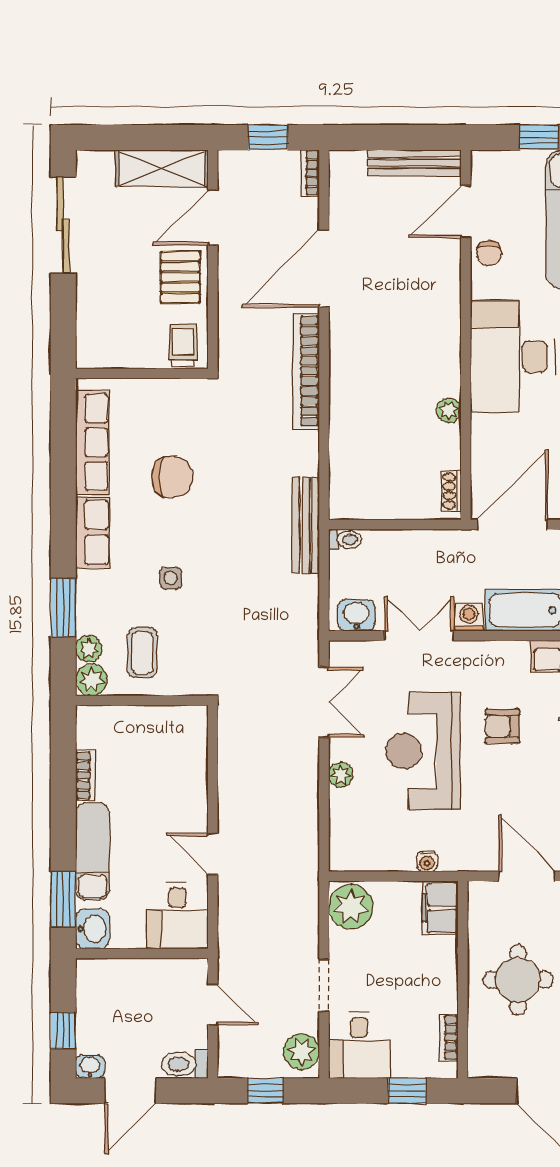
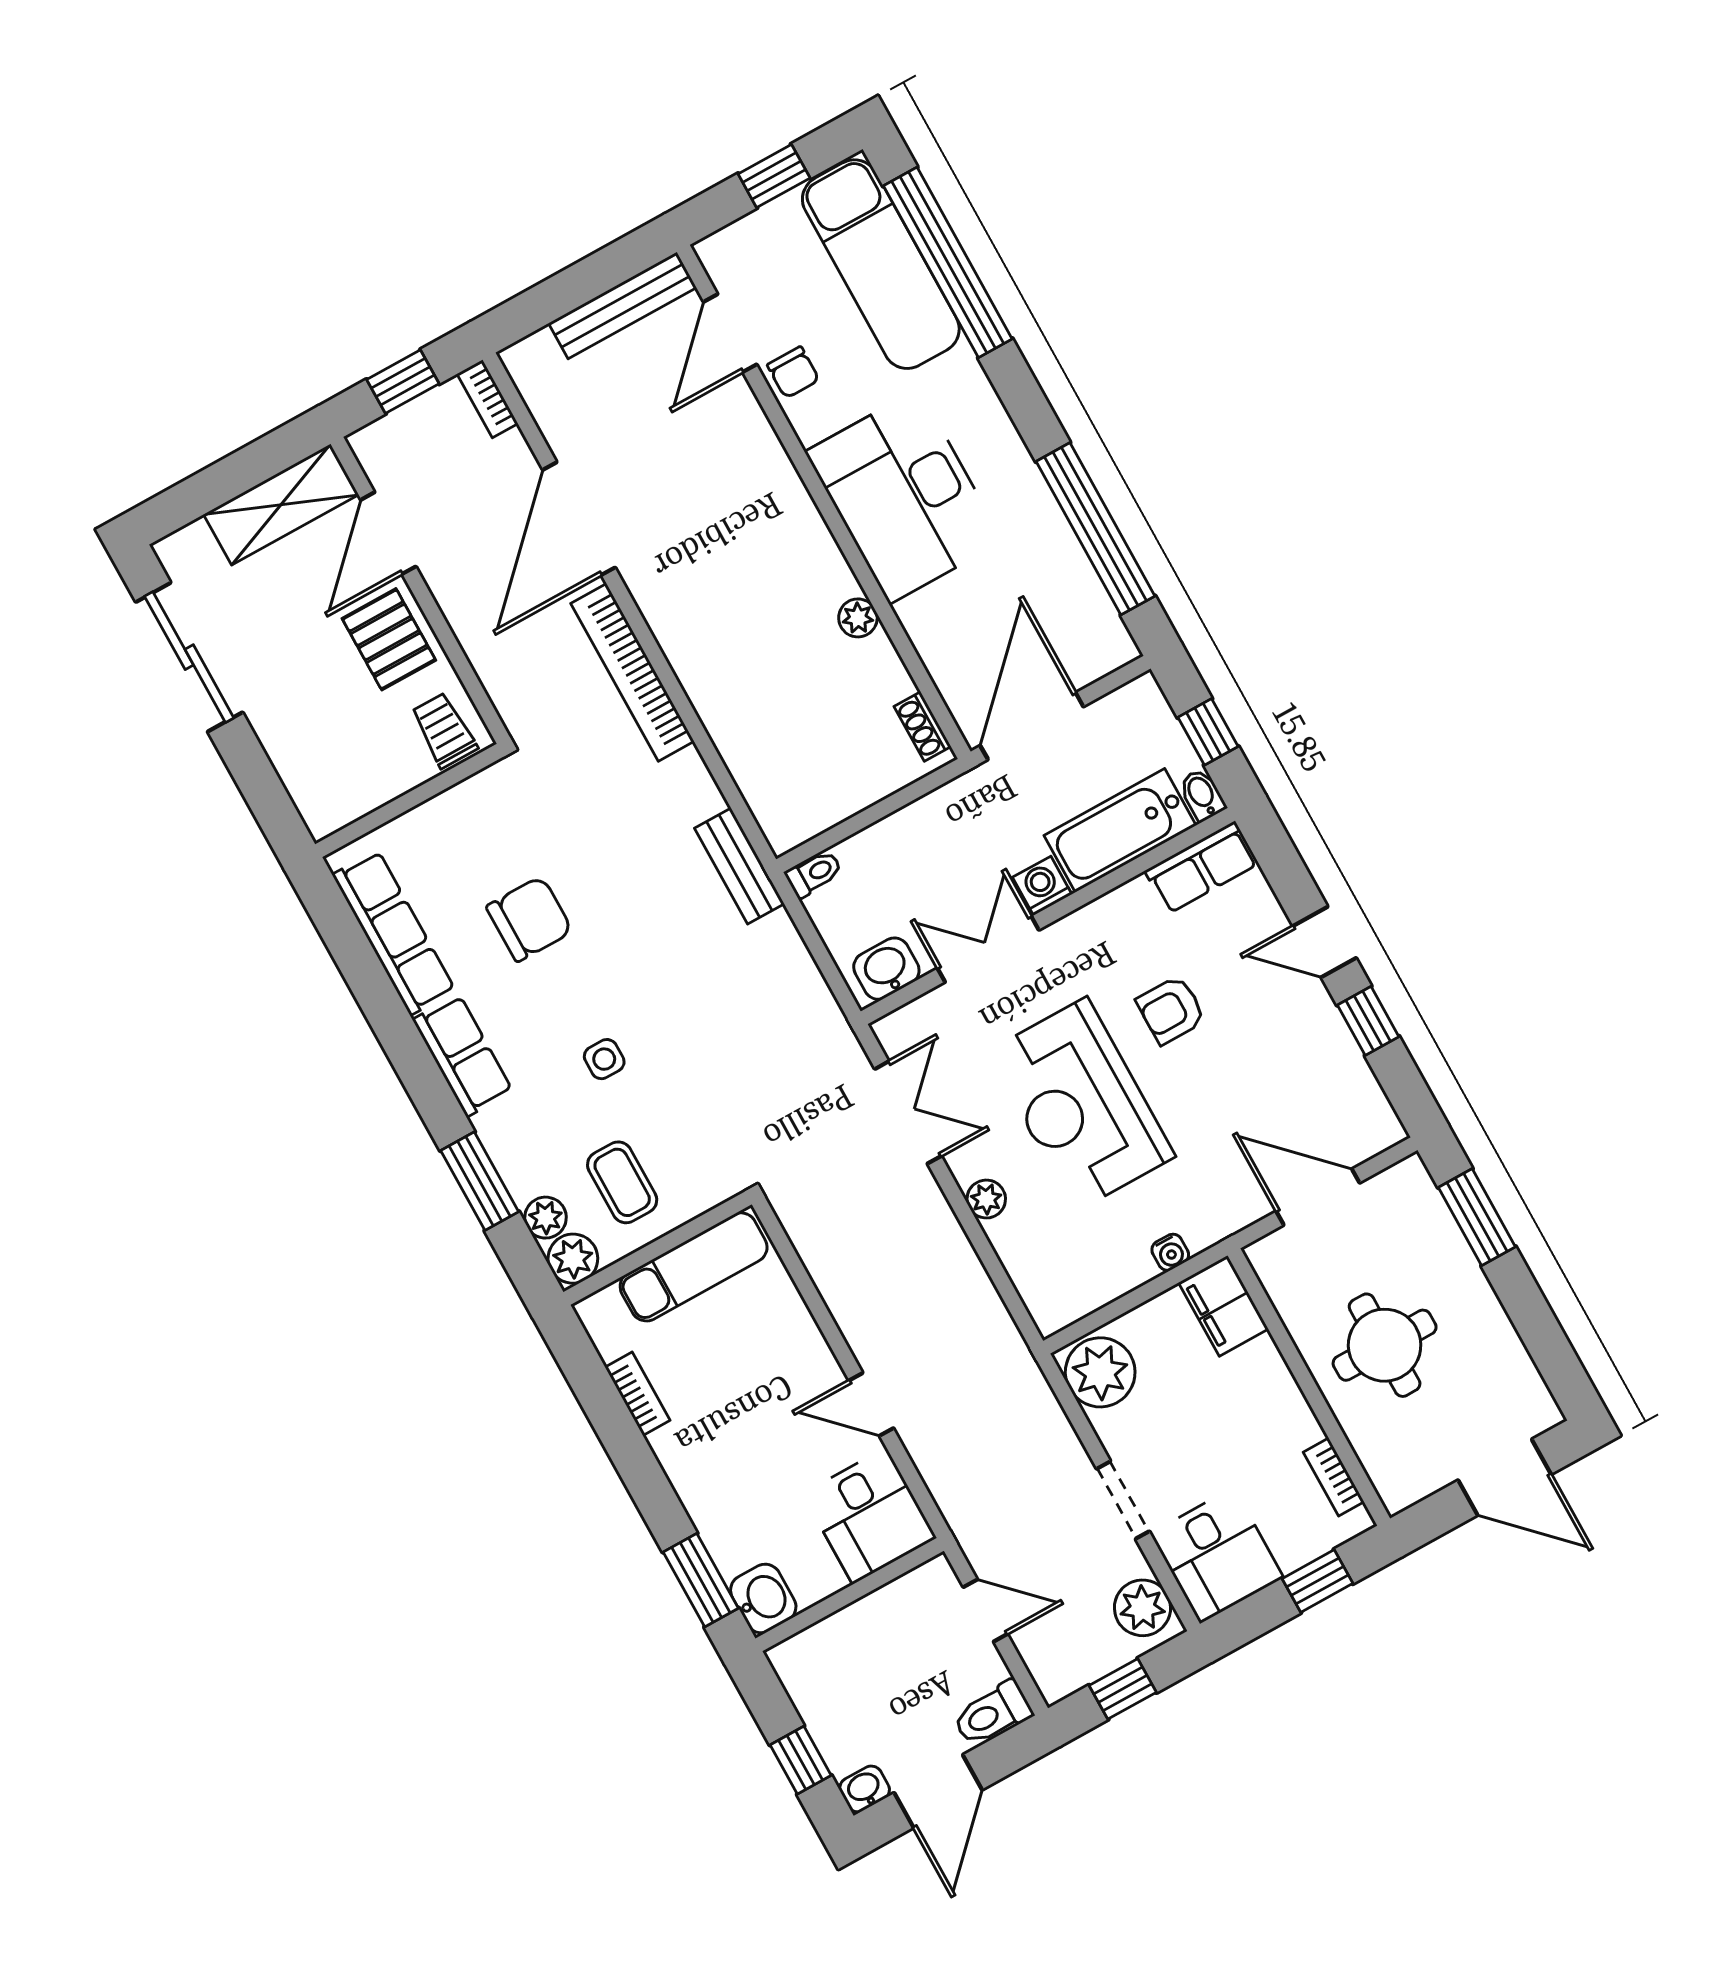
bench: (306, 525) -> (739, 866), width x0.73
exam couch: (92, 851) -> (694, 1267), moved, turned 90

